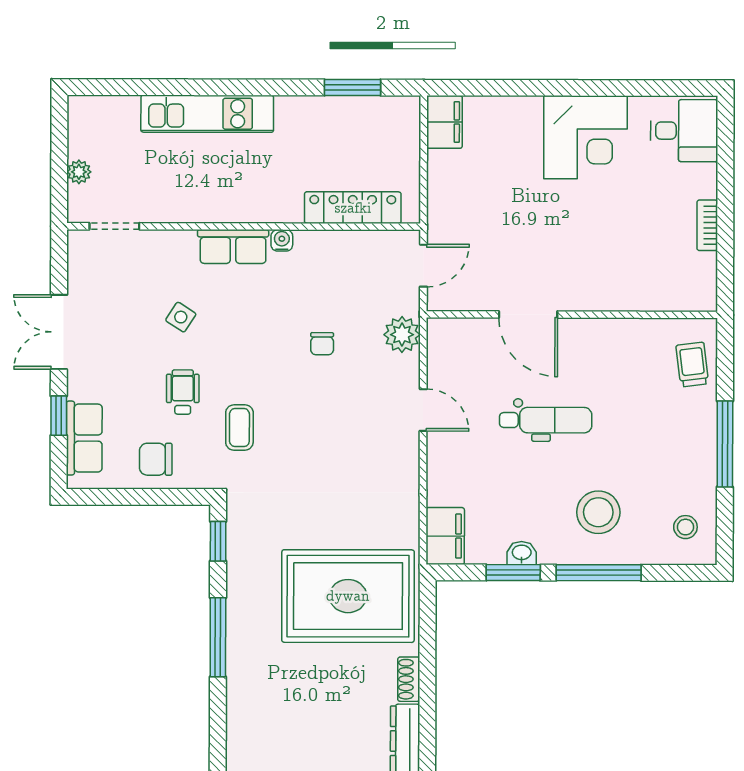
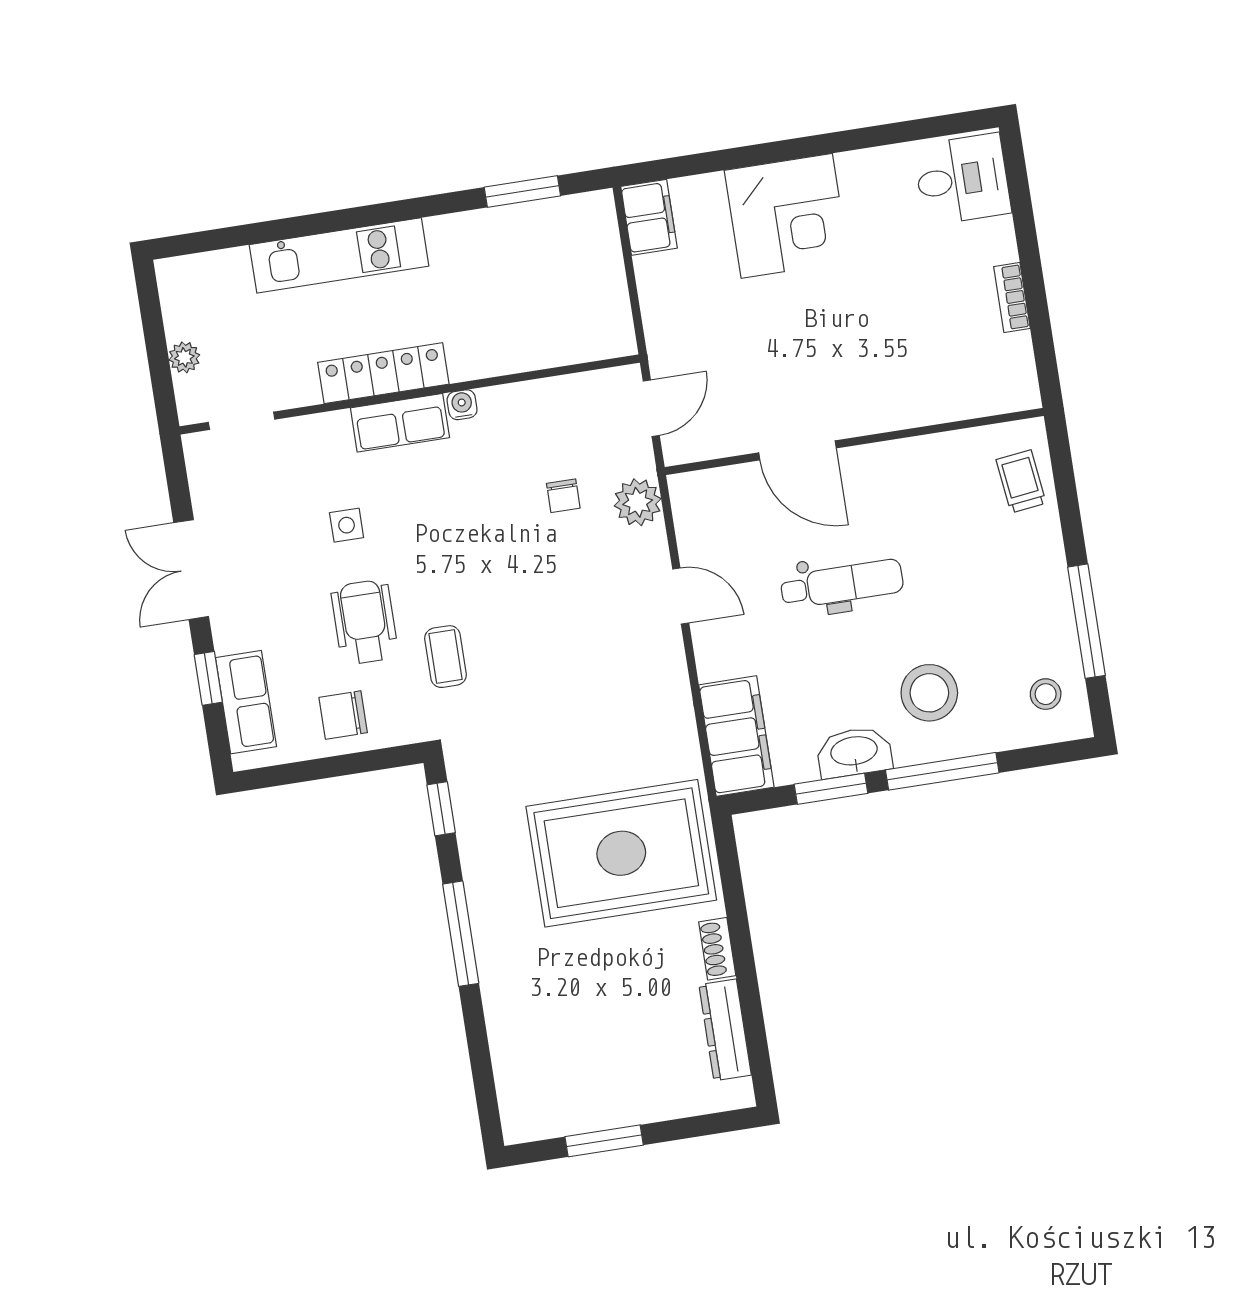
corner desk: (586, 137) -> (787, 216), moved
locker: (353, 208) -> (383, 373), moved
side table: (181, 317) -> (347, 525), turned -33
chair: (322, 344) -> (563, 496), moved
wheelchair: (183, 392) -> (365, 622), width x1.36, depth x1.37
window: (725, 444) -> (1087, 621), moved
filing cabinet: (445, 536) -> (736, 736), width x1.50, depth x1.17
washbasin: (522, 553) -> (854, 752), width x1.91, depth x1.45

